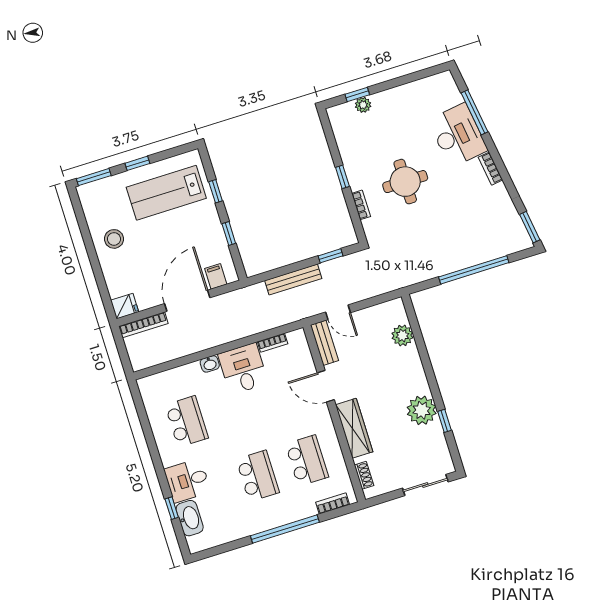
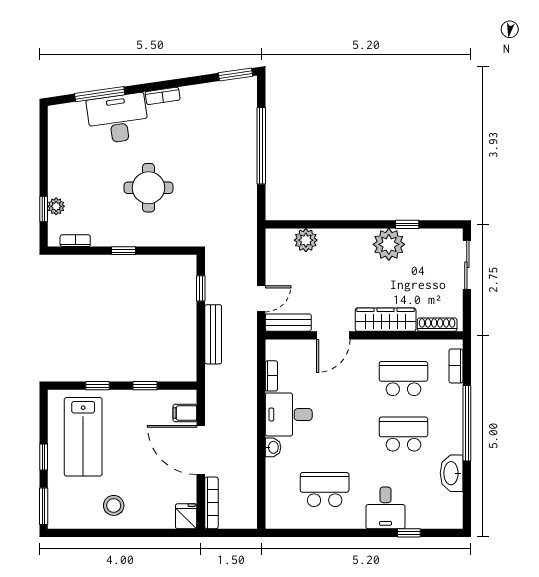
bookcase: (361, 205) -> (75, 241), moved
shoe rack: (364, 475) -> (437, 325), width x1.43
washbasin: (190, 518) -> (452, 473), moved, turned -90

